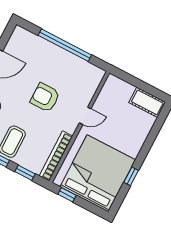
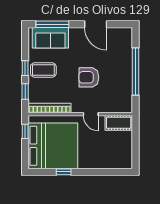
armchair: (45, 98) -> (89, 77), turned -90
cot: (147, 102) -> (119, 123), moved, turned 90

